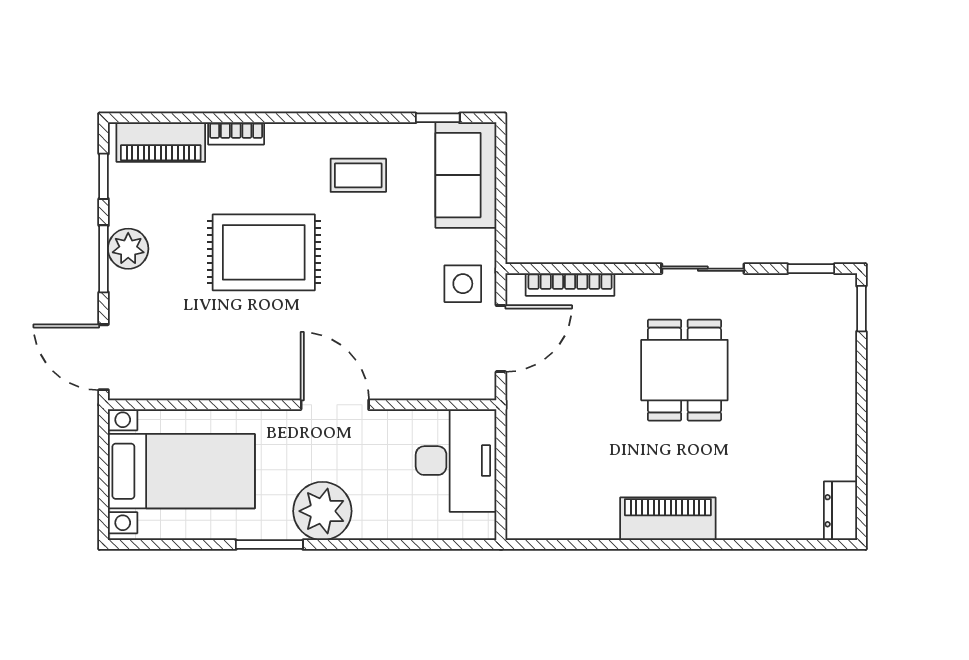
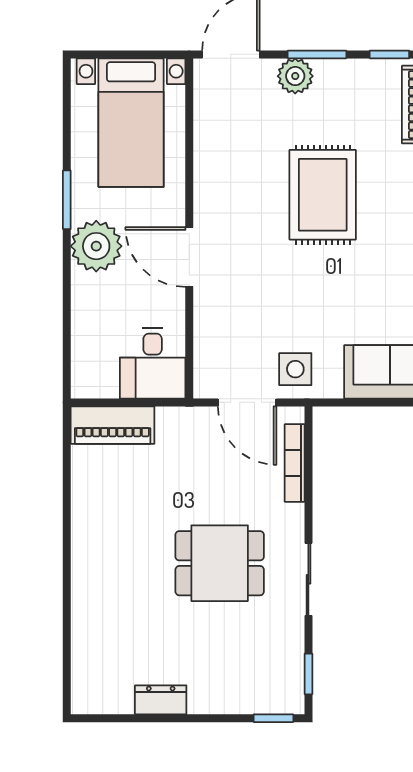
coffee table: (358, 175) -> (390, 278), removed
plant: (128, 249) -> (295, 76), moved
door: (335, 405) -> (189, 257), swing flipped
desk: (456, 461) -> (153, 363), width x0.73
dresser: (840, 511) -> (161, 700), moved
piano: (668, 519) -> (113, 425), moved, turned 90

